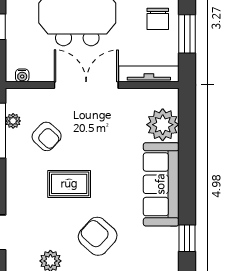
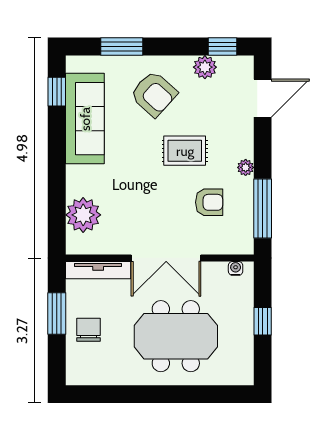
plant: (13, 121) -> (246, 167), moved
armchair: (47, 136) -> (209, 202), turned 137
sofa: (161, 184) -> (85, 119), moved

